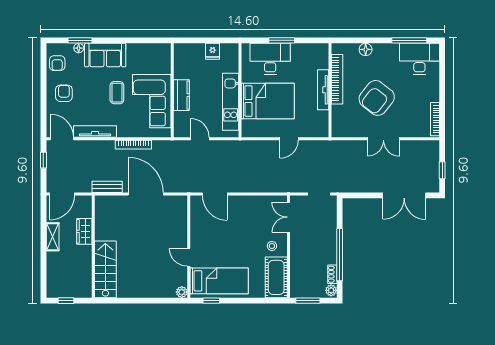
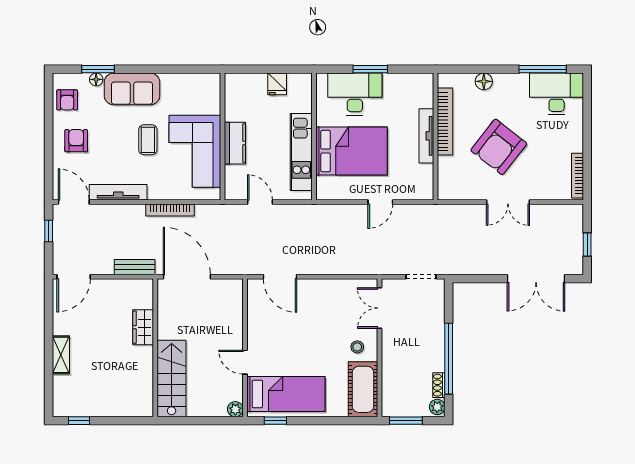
wardrobe: (84, 231) -> (143, 327), moved
shelving: (53, 237) -> (61, 355), moved
wall: (93, 247) -> (155, 348), moved
stairs: (105, 269) -> (172, 379), moved

